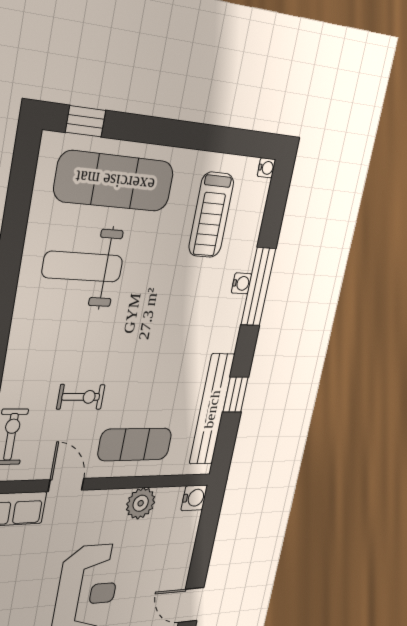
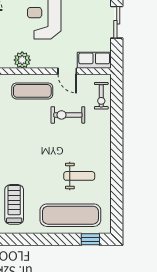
weight bench: (83, 267) -> (79, 176), width x0.73, depth x0.75
exercise bike: (81, 397) -> (68, 115), width x1.38, depth x1.39

